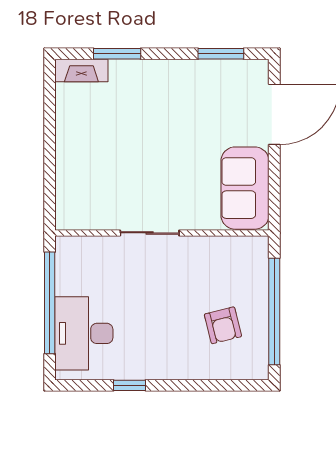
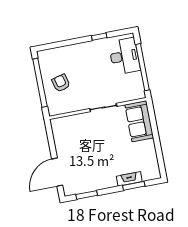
fireplace: (81, 71) -> (129, 179), moved
sofa: (245, 188) -> (139, 121), moved, turned 180
armchair: (223, 325) -> (61, 83), moved

